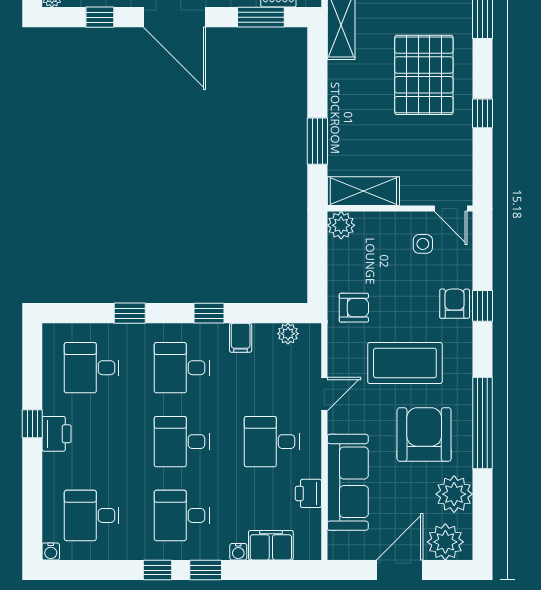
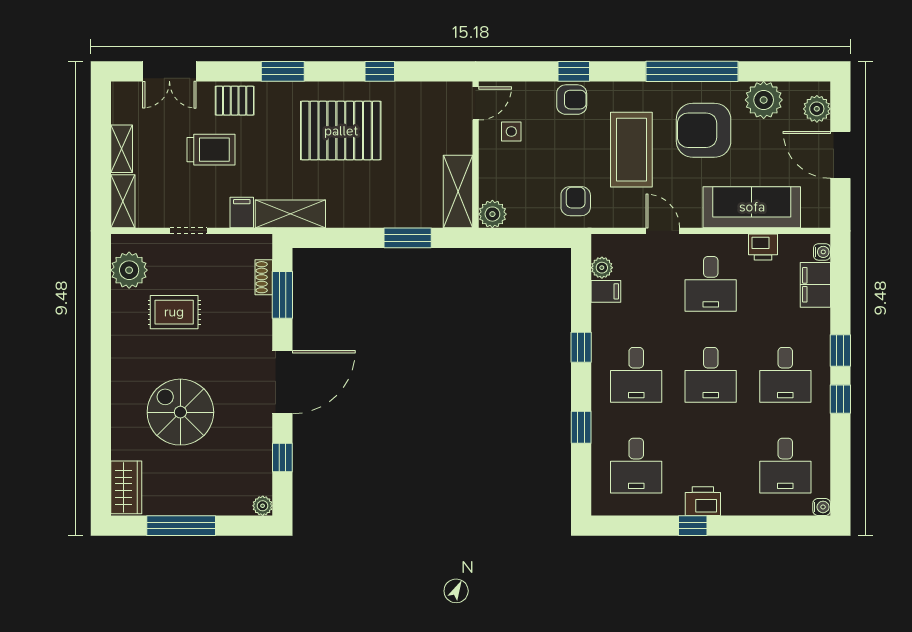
armchair: (455, 304) -> (572, 100), turned 180
filing cabinet: (241, 338) -> (606, 291), moved
plant: (445, 542) -> (817, 109), width x0.73, depth x0.73
water cooler: (238, 552) -> (822, 252), moved

